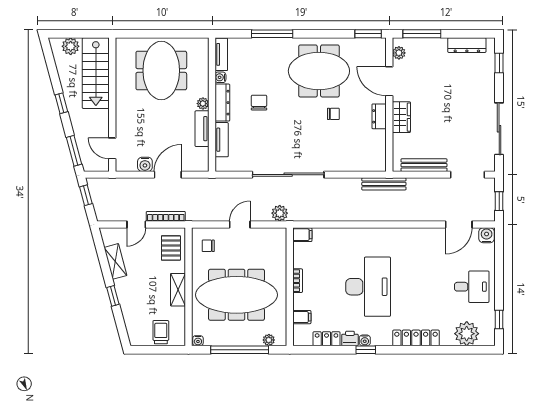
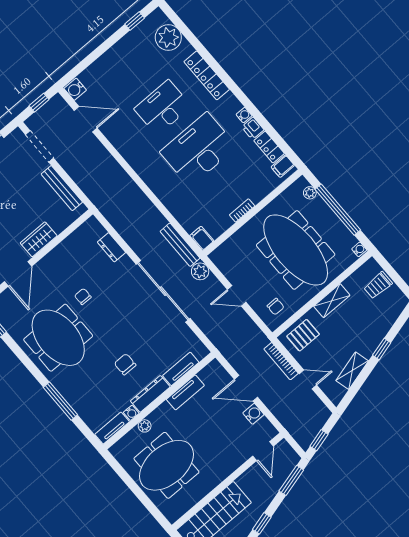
chair: (259, 103) -> (125, 364), turned 90
plant: (203, 104) -> (145, 426), moved
dresser: (379, 116) -> (111, 247), moved, turned 90
bench: (384, 184) -> (180, 245), moved
desk: (472, 287) -> (163, 108), moved, width x1.37
filing cabinet: (302, 317) -> (283, 166), moved, turned -90
window: (366, 350) -> (251, 108), removed

